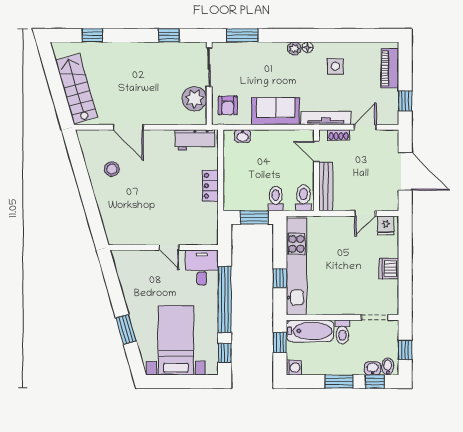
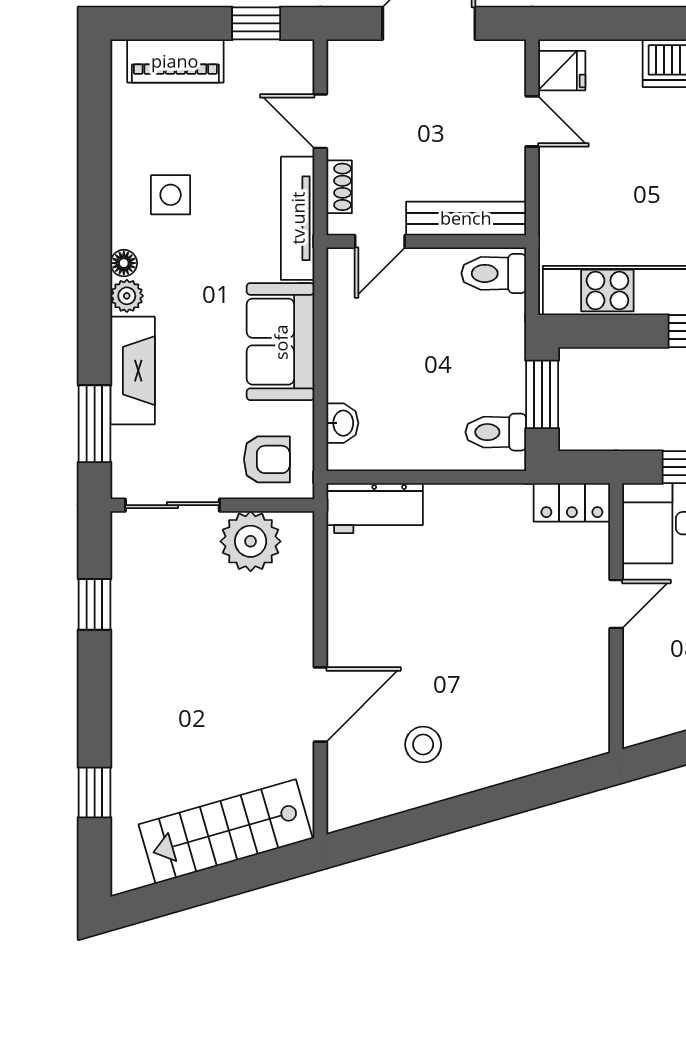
fireplace: (264, 51) -> (133, 371), added
workbench: (195, 140) -> (375, 508), moved, turned 90
locker: (210, 186) -> (572, 502), moved
toilet: (276, 199) -> (496, 432), moved

